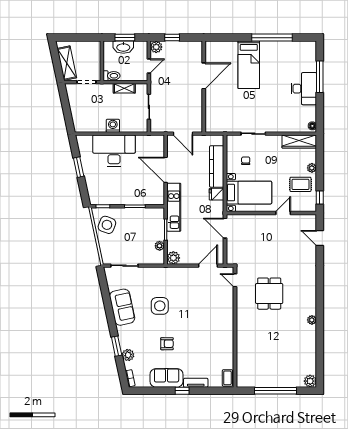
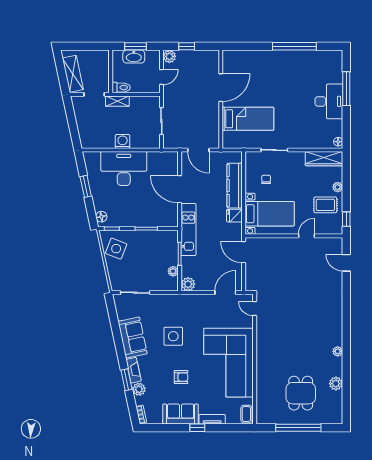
bed: (249, 65) -> (248, 119), moved, turned -90
shelving: (124, 88) -> (117, 101), moved
floor lamp: (93, 195) -> (101, 217), added
dining table: (269, 294) -> (301, 393), moved
corner sofa: (211, 330) -> (229, 363), added
fireplace: (123, 337) -> (134, 370), added
plant: (310, 381) -> (336, 384), moved

